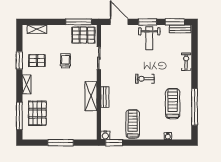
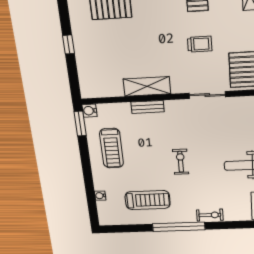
window: (195, 107) -> (179, 227), moved
treadmill: (133, 124) -> (112, 148), turned 90
window: (61, 143) -> (69, 44), width x0.46

